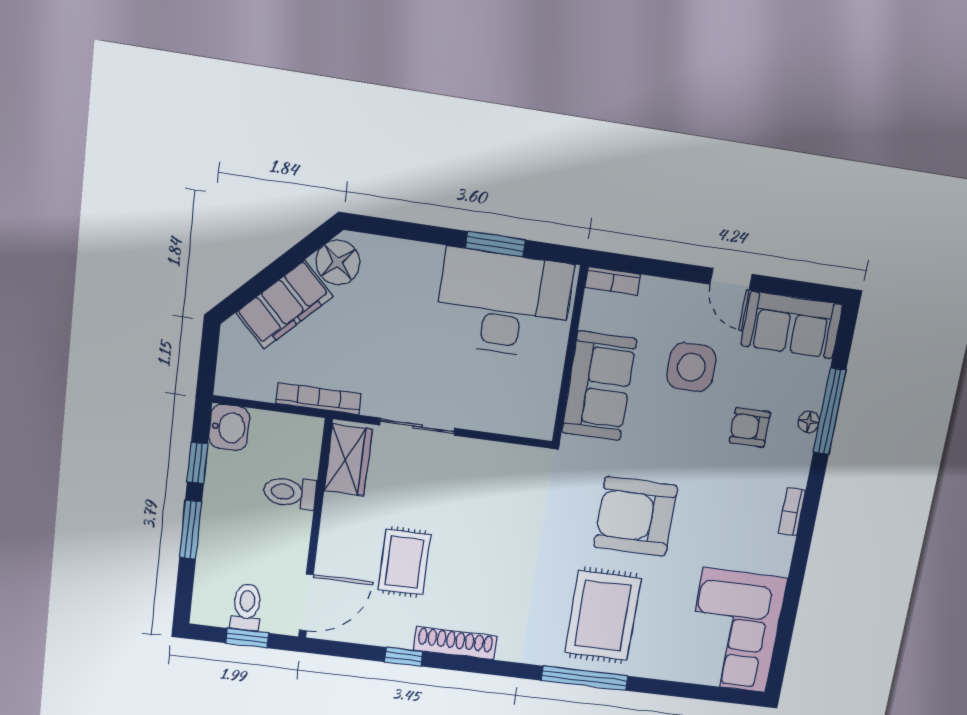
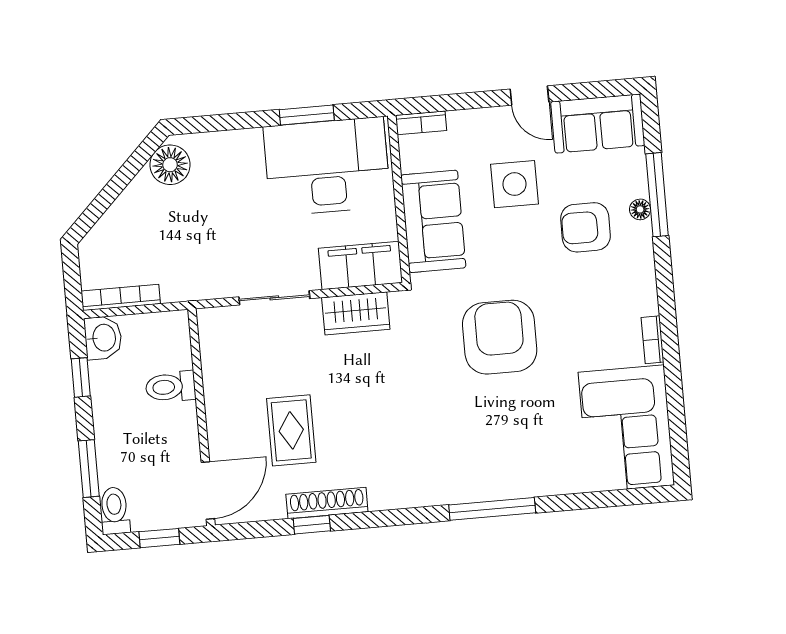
filing cabinet: (285, 304) -> (361, 265), moved, turned -135
bookcase: (318, 399) -> (121, 297), moved
armchair: (750, 427) -> (586, 227), width x1.38, depth x1.38
wardrobe: (348, 460) -> (356, 313), moved, turned 90
bookcase: (792, 512) -> (653, 340), moved
armchair: (635, 516) -> (500, 337), turned 90
window: (191, 530) -> (89, 469), moved
toilet: (247, 607) -> (115, 511), moved
rug: (603, 616) -> (494, 442), removed
shoe rack: (455, 643) -> (327, 503), moved

